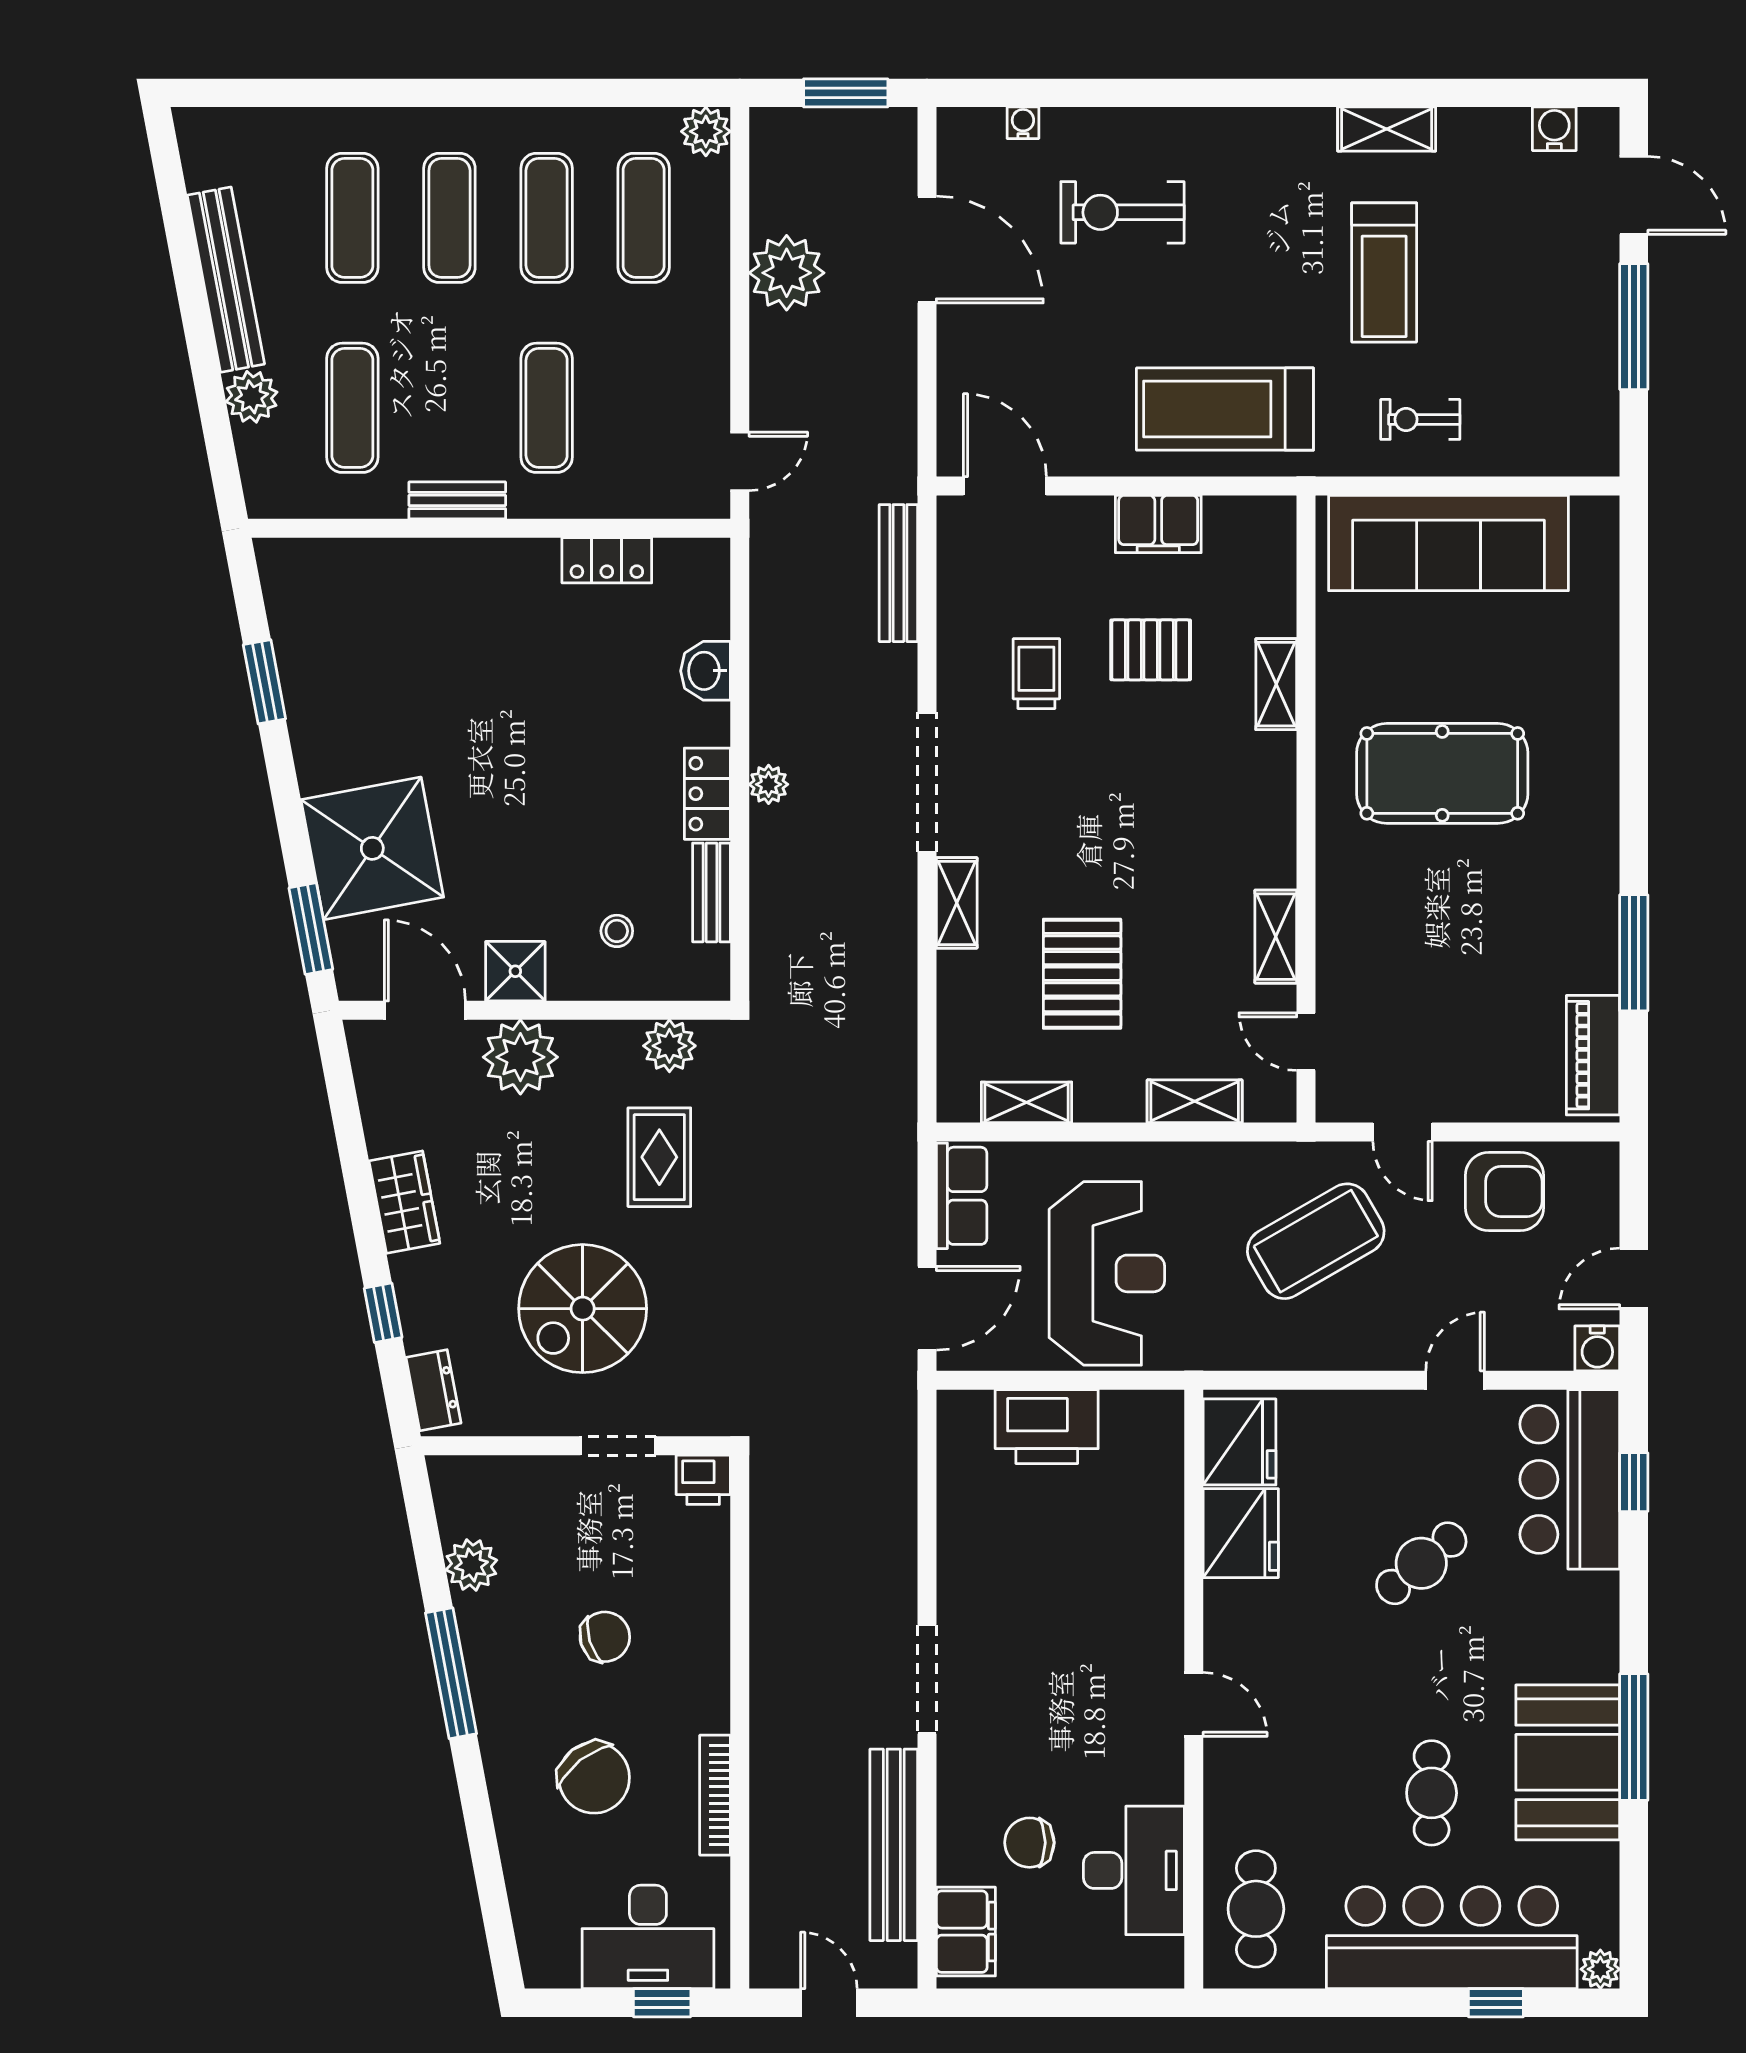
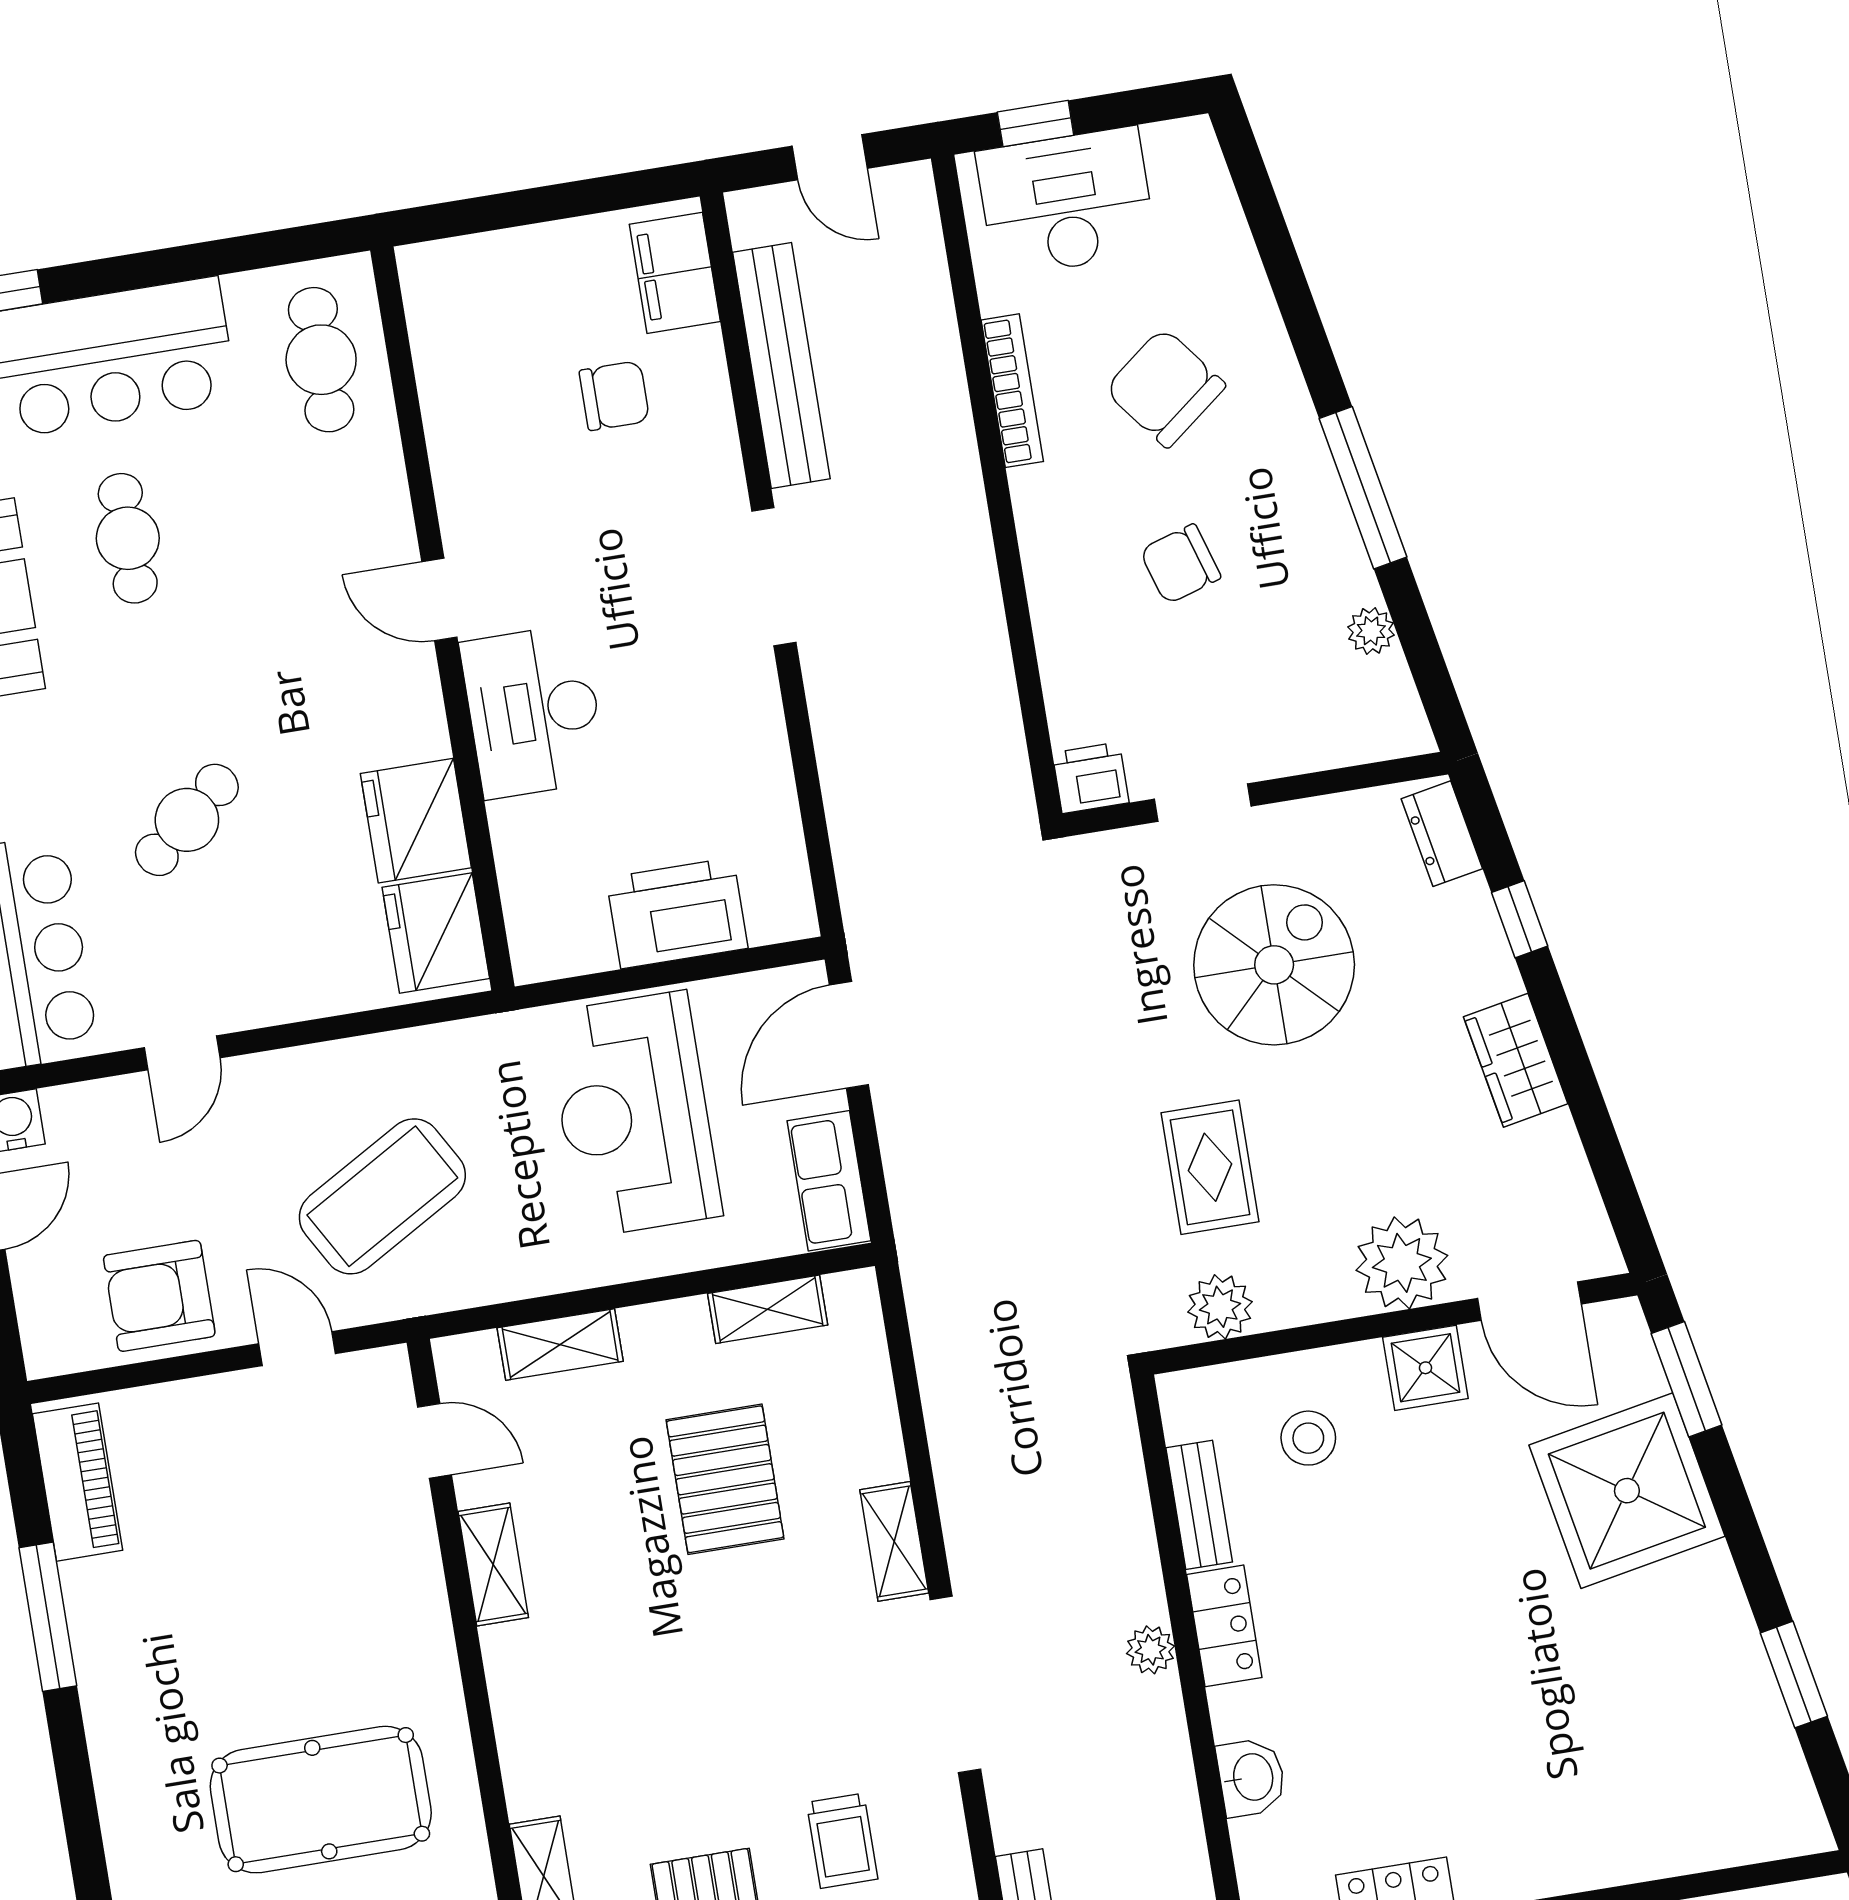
stool: (617, 931) -> (1308, 1438), width x1.37, depth x1.37
plant: (471, 1565) -> (1371, 631), width x0.73, depth x0.73
desk: (1134, 1870) -> (534, 711), moved

